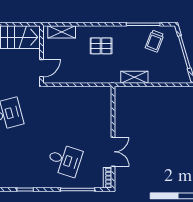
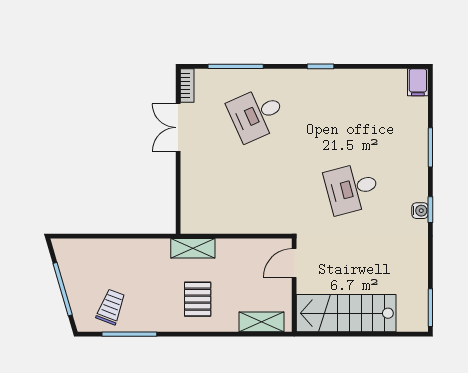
pallet: (101, 46) -> (198, 299), turned 90
shelving: (134, 77) -> (193, 248), moved
desk: (65, 160) -> (257, 114), turned -42

